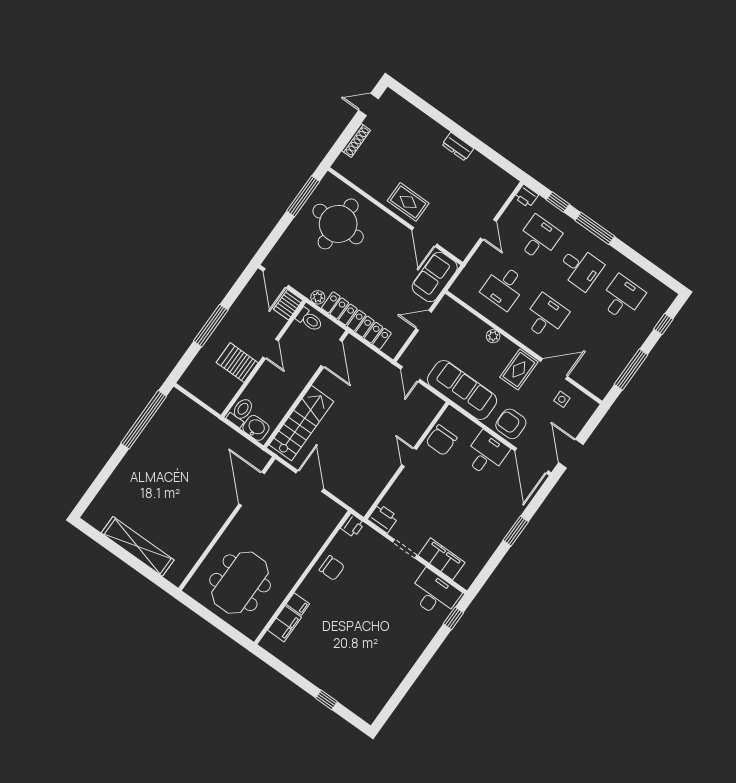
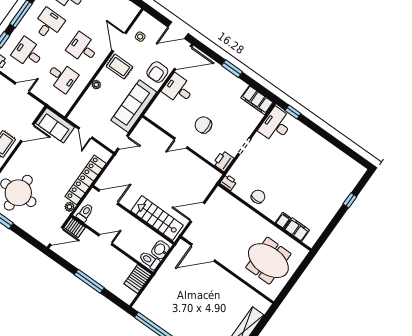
server rack: (237, 363) -> (138, 279), moved
chair: (441, 440) -> (203, 125), moved, turned 180
filing cabinet: (441, 559) -> (257, 100), moved, turned -90

